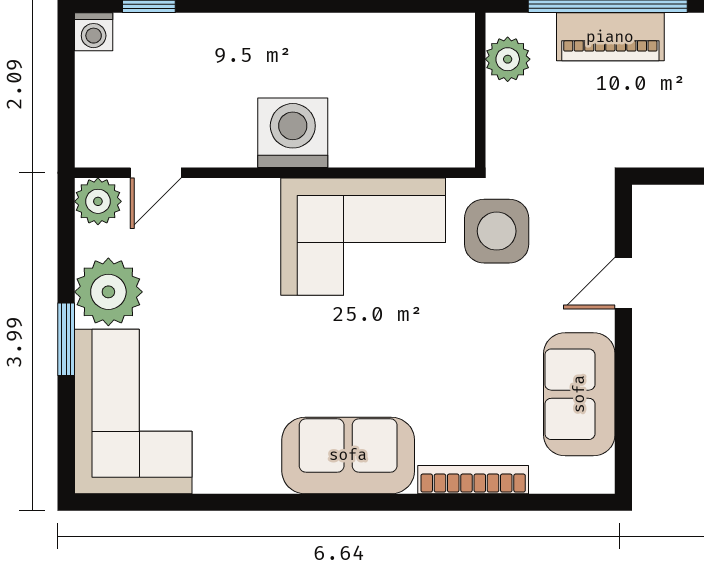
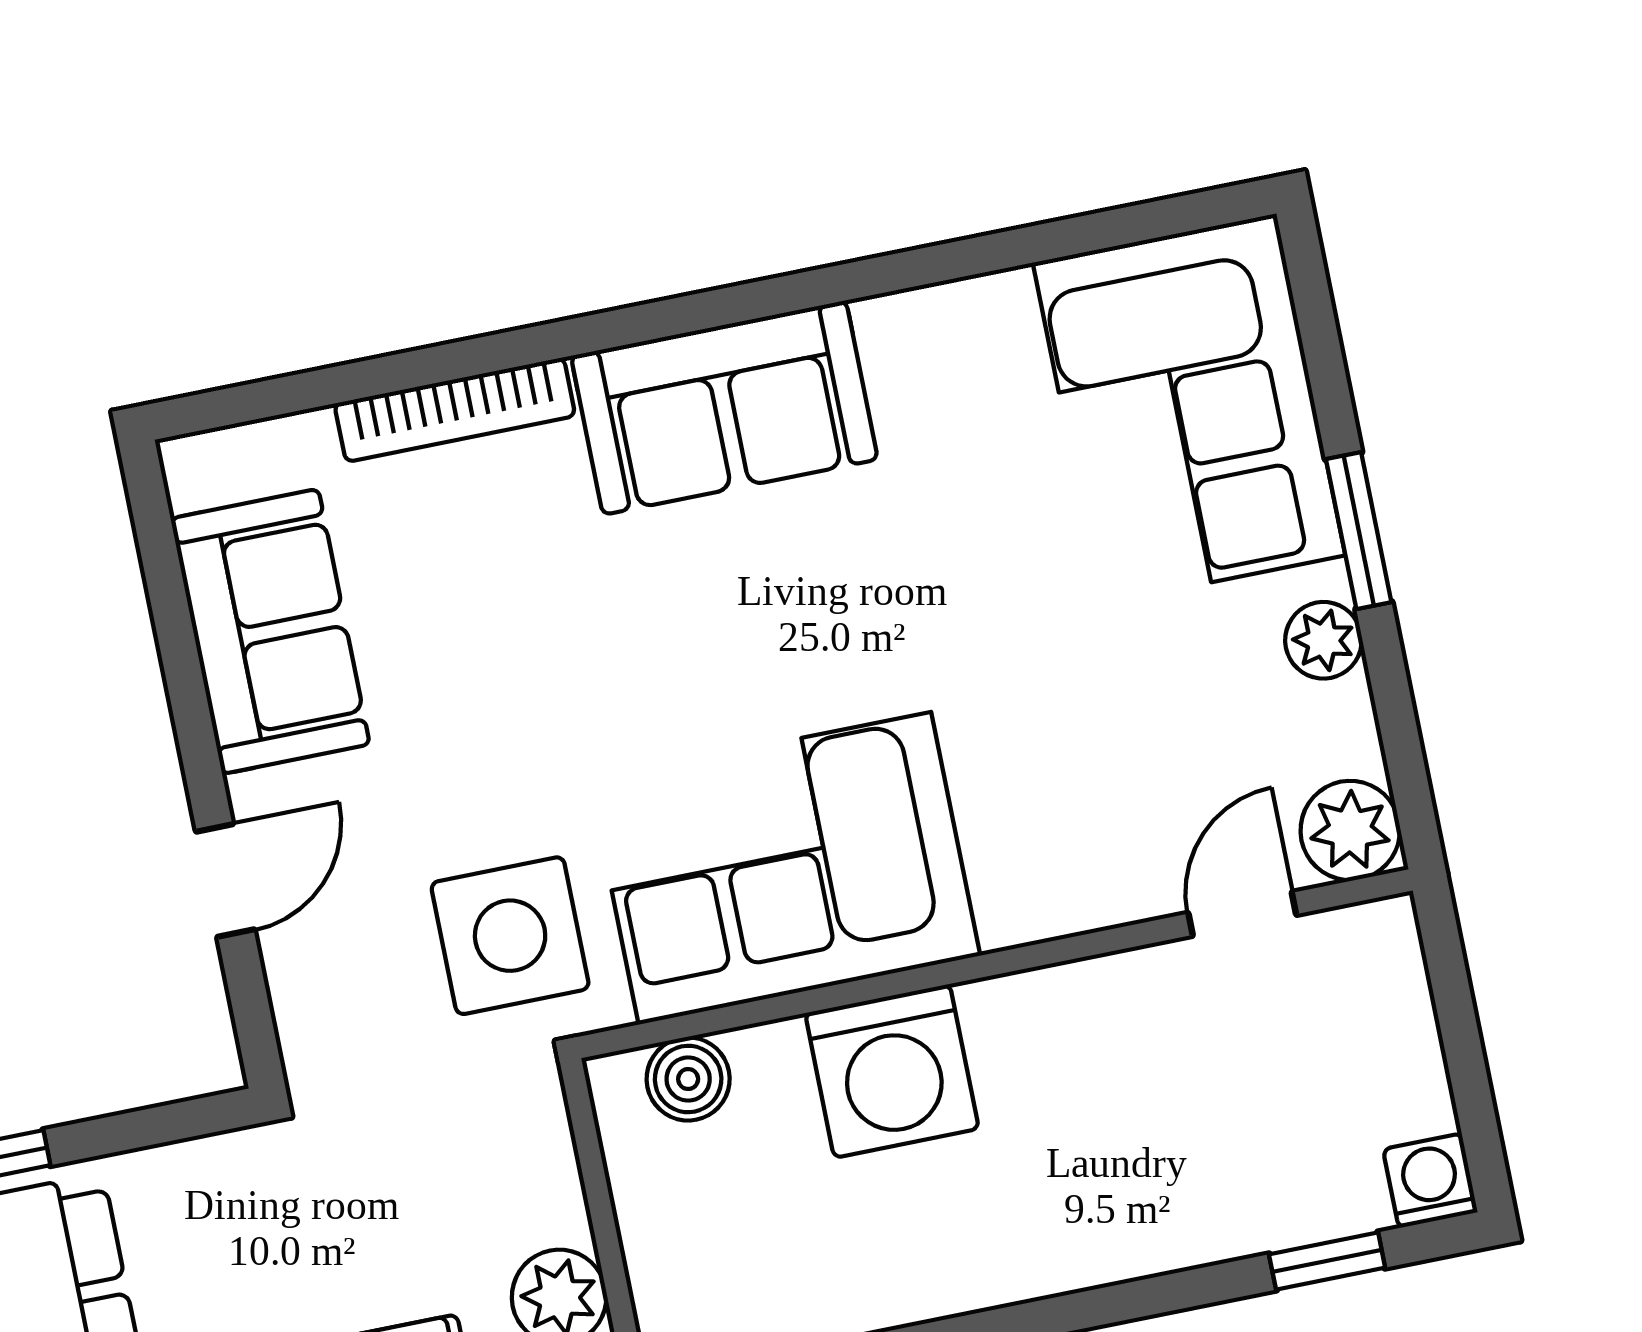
washing machine: (293, 133) -> (892, 1071), moved
boiler: (428, 148) -> (688, 1079), added
plant: (108, 292) -> (1323, 640), width x0.53, depth x0.53

